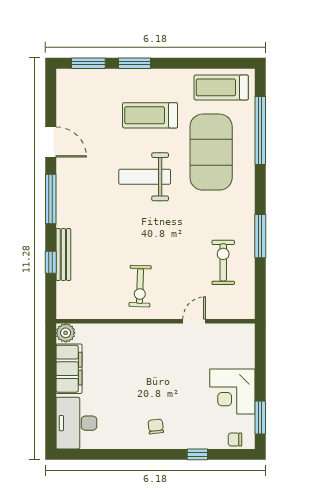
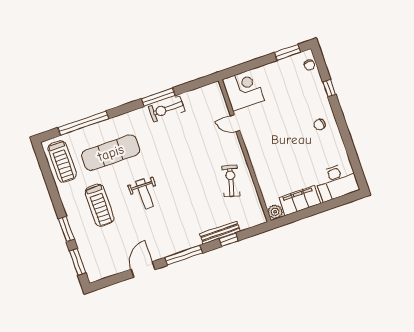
exercise mat: (211, 152) -> (111, 153), width x0.68
weight bench: (145, 177) -> (145, 194), width x0.73, depth x0.75
exercise bike: (223, 262) -> (167, 109), moved
exercise bike: (140, 286) -> (231, 181), moved, turned -78
corner desk: (232, 392) -> (243, 90), moved, turned -90

